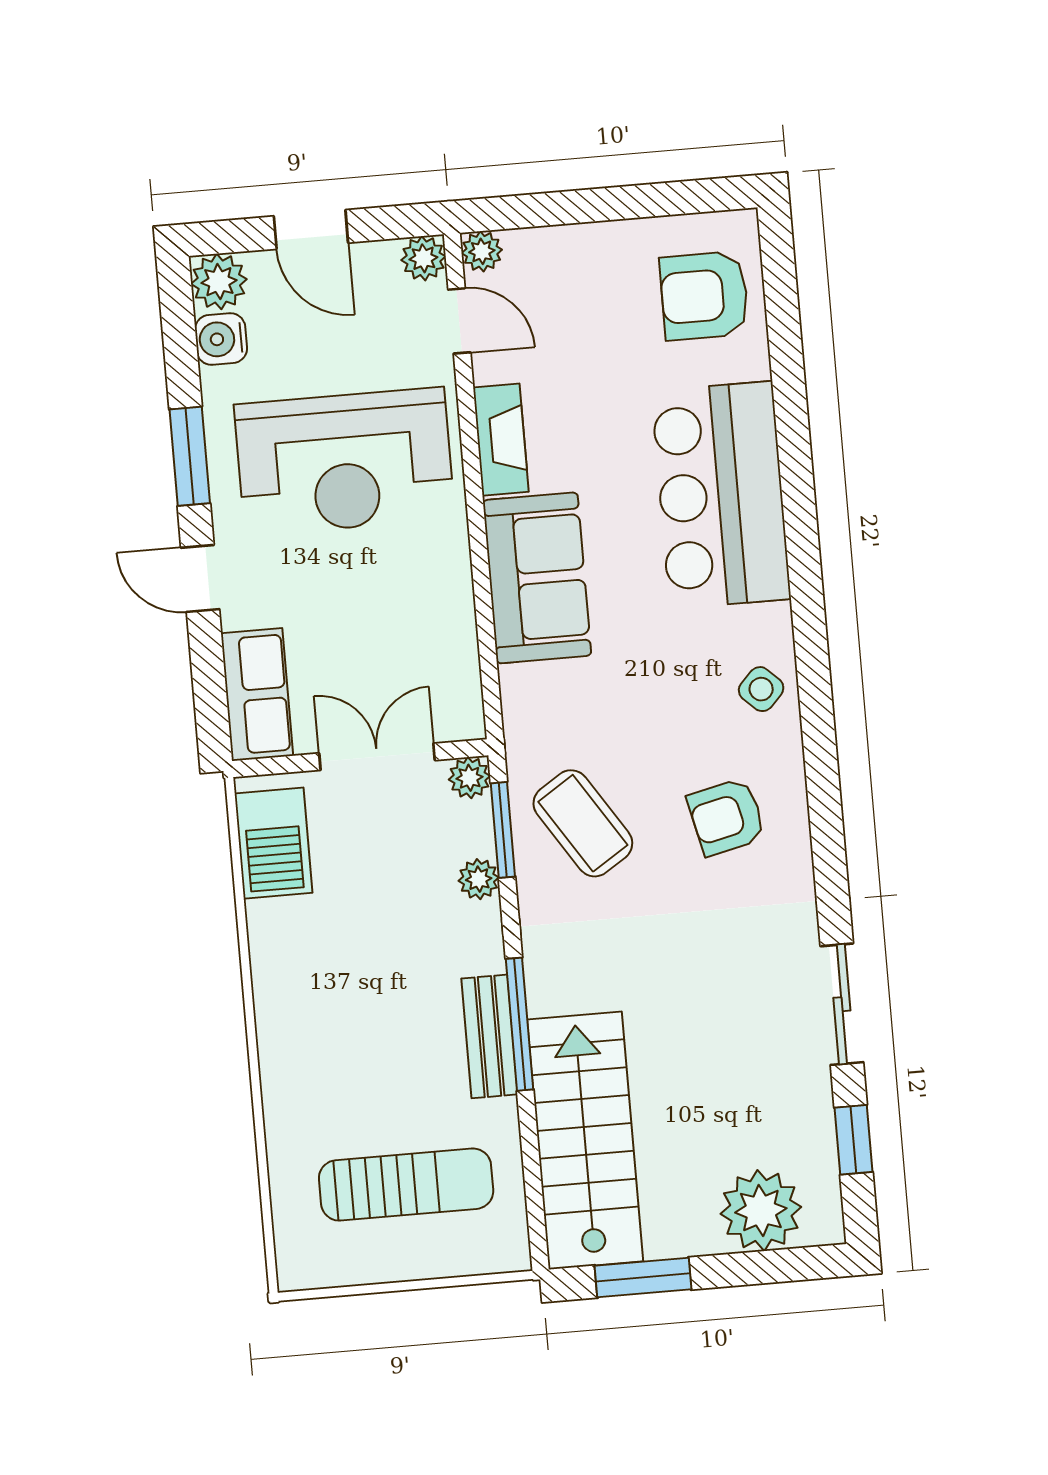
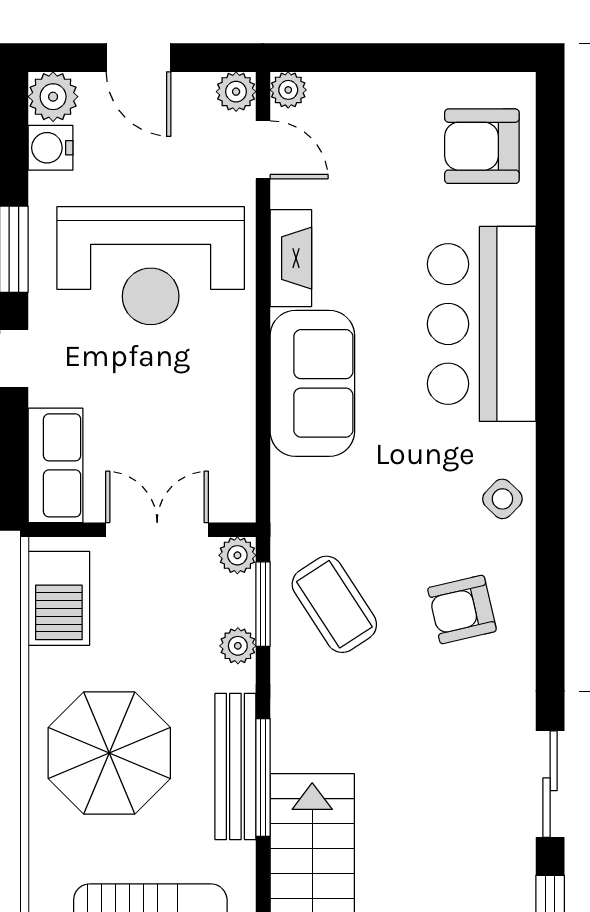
parasol: (345, 1012) -> (109, 753), added
bench: (489, 1036) -> (235, 767), width x1.36

